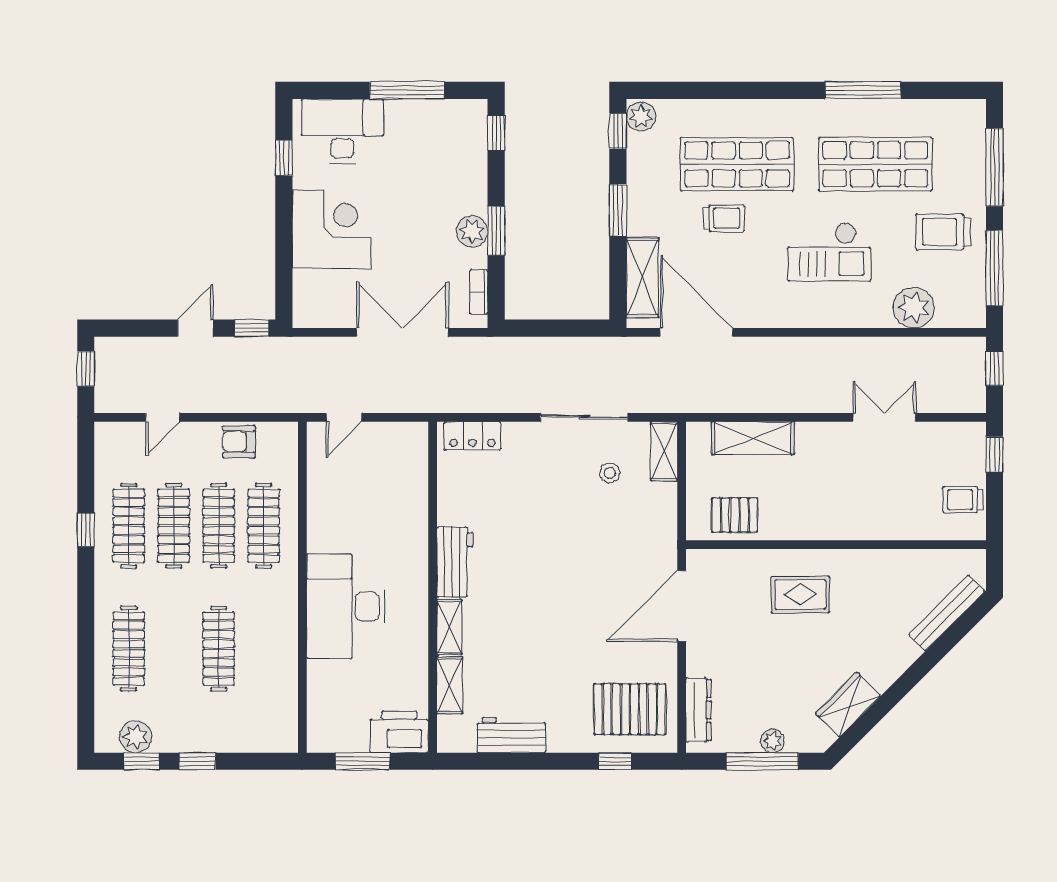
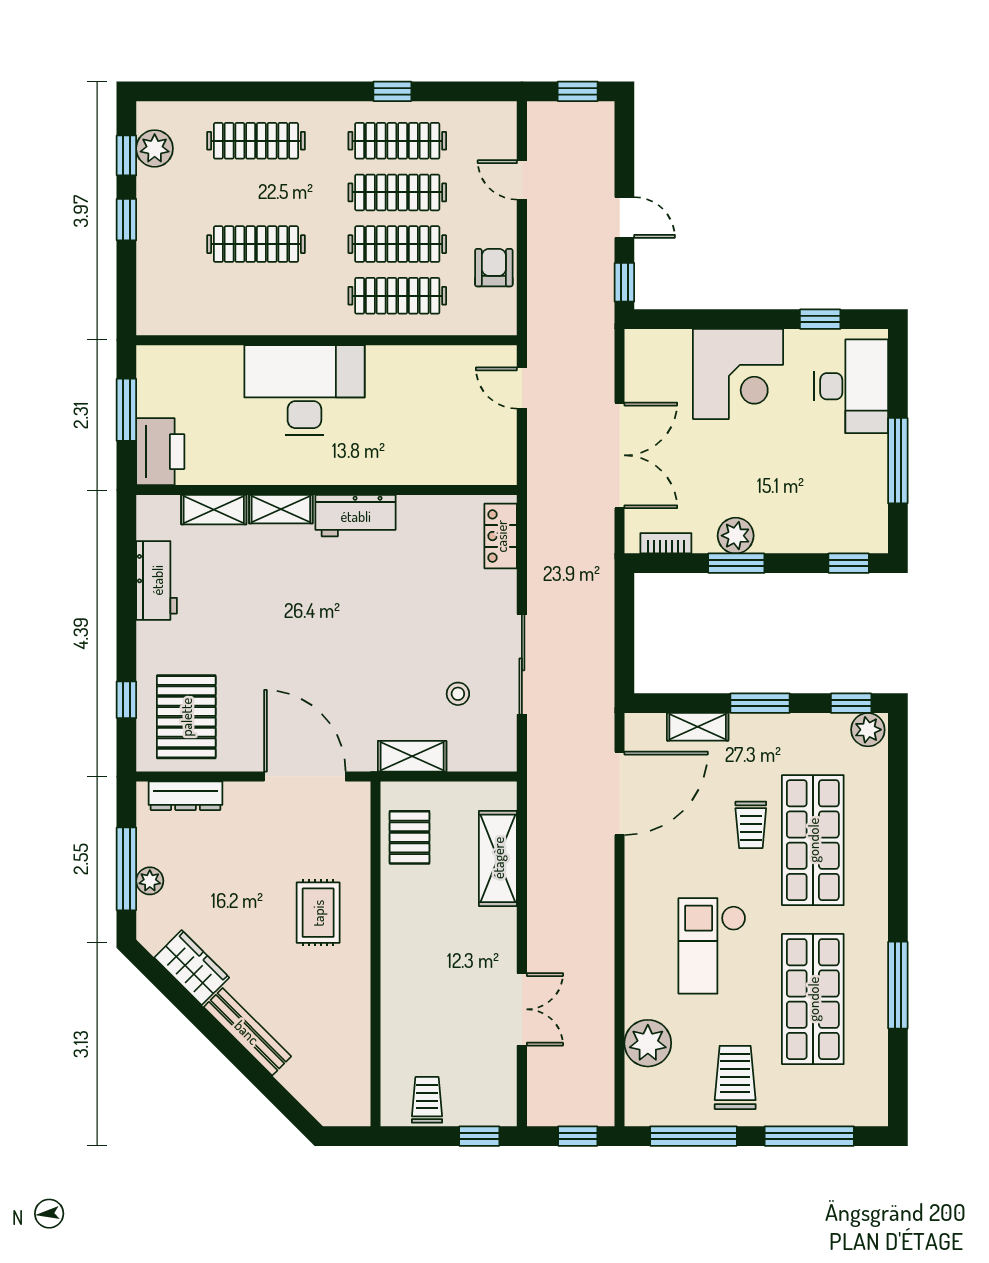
shelving: (642, 278) -> (698, 727), width x0.67, depth x0.75
shelving: (664, 451) -> (412, 756), moved
bench: (947, 613) -> (247, 1032), moved

